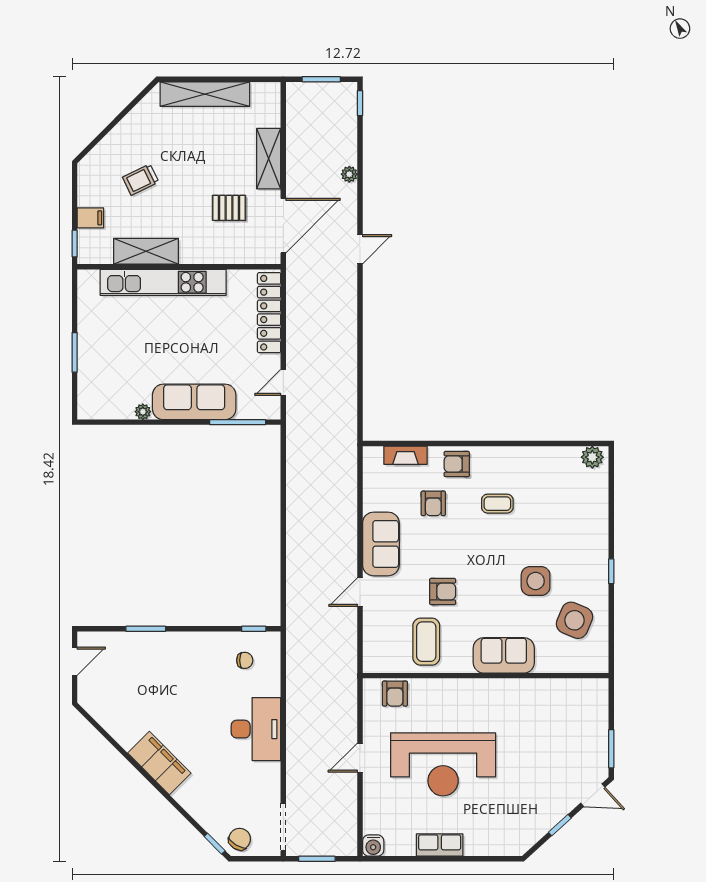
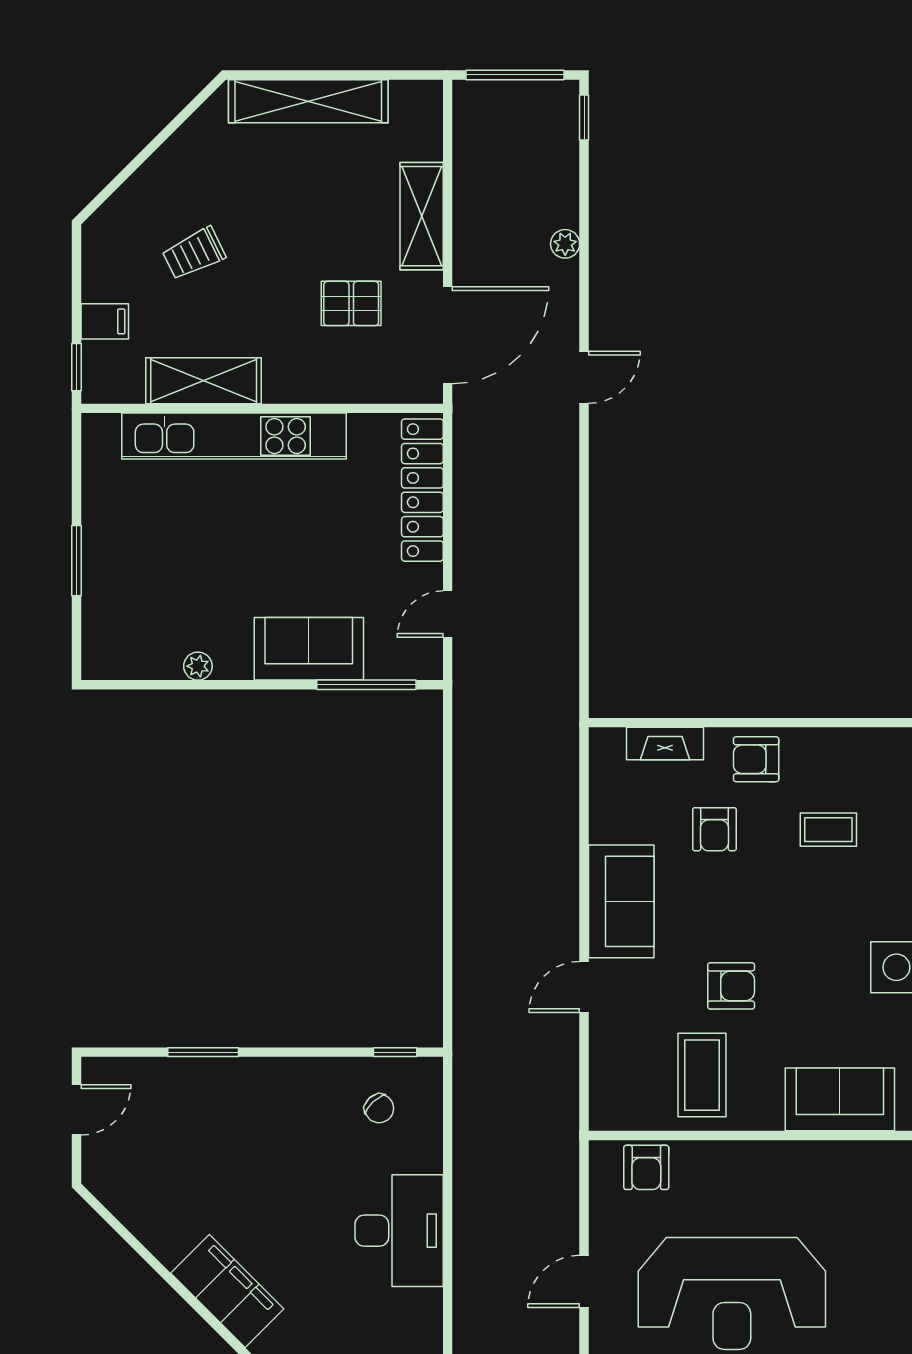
window: (321, 79) -> (515, 75), width x1.44
sofa: (194, 402) -> (309, 649), width x0.73
chair: (245, 660) -> (379, 1108), turned 47

